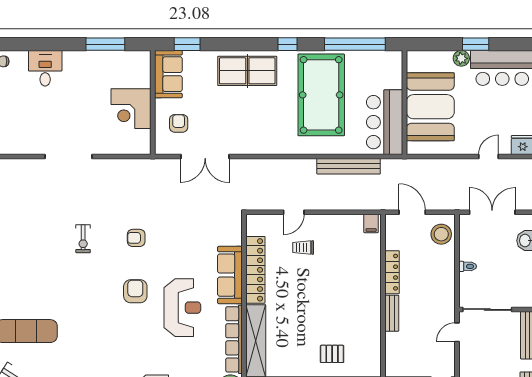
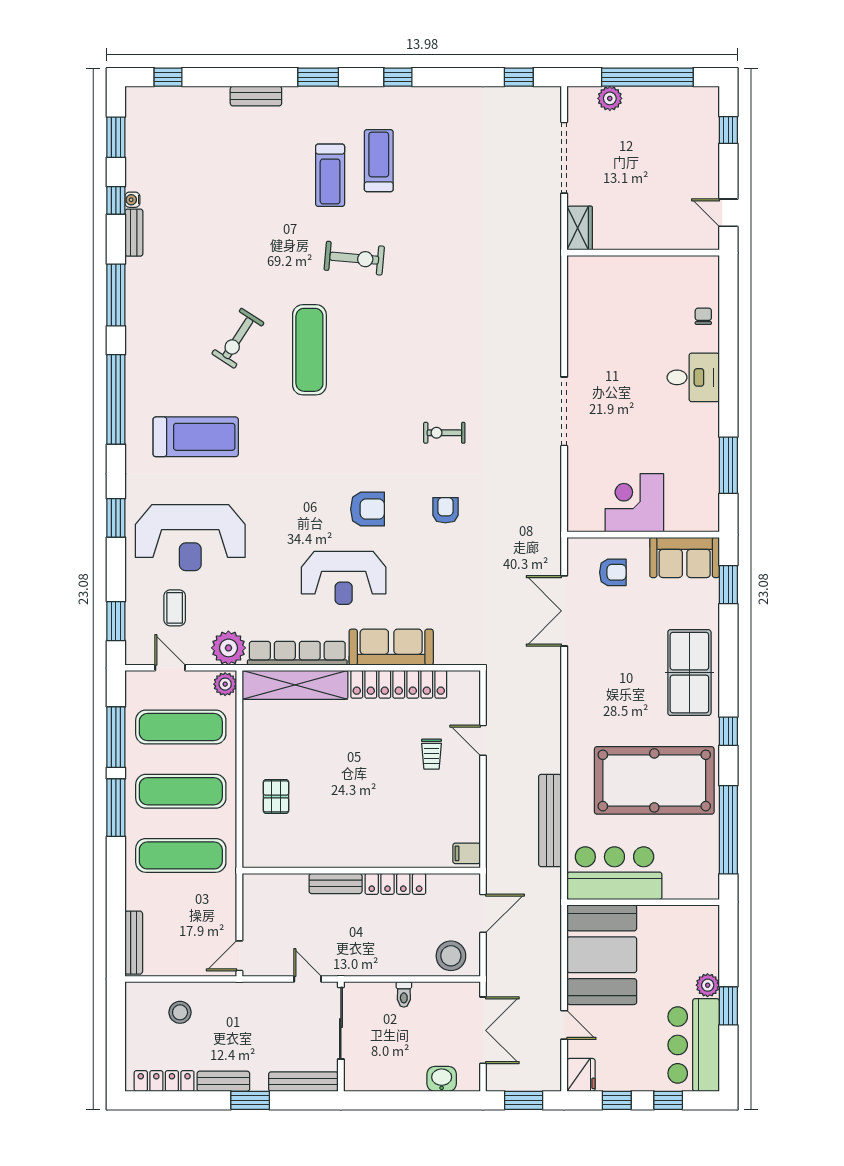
booth: (430, 107) -> (602, 955), moved, turned 90
trolley: (303, 247) -> (431, 754), turned 180

